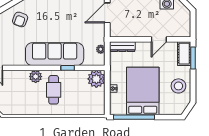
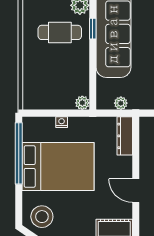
window: (68, 68) -> (93, 29), moved
plant: (96, 79) -> (82, 103), width x0.53, depth x0.53
stool: (178, 86) -> (42, 217), moved

